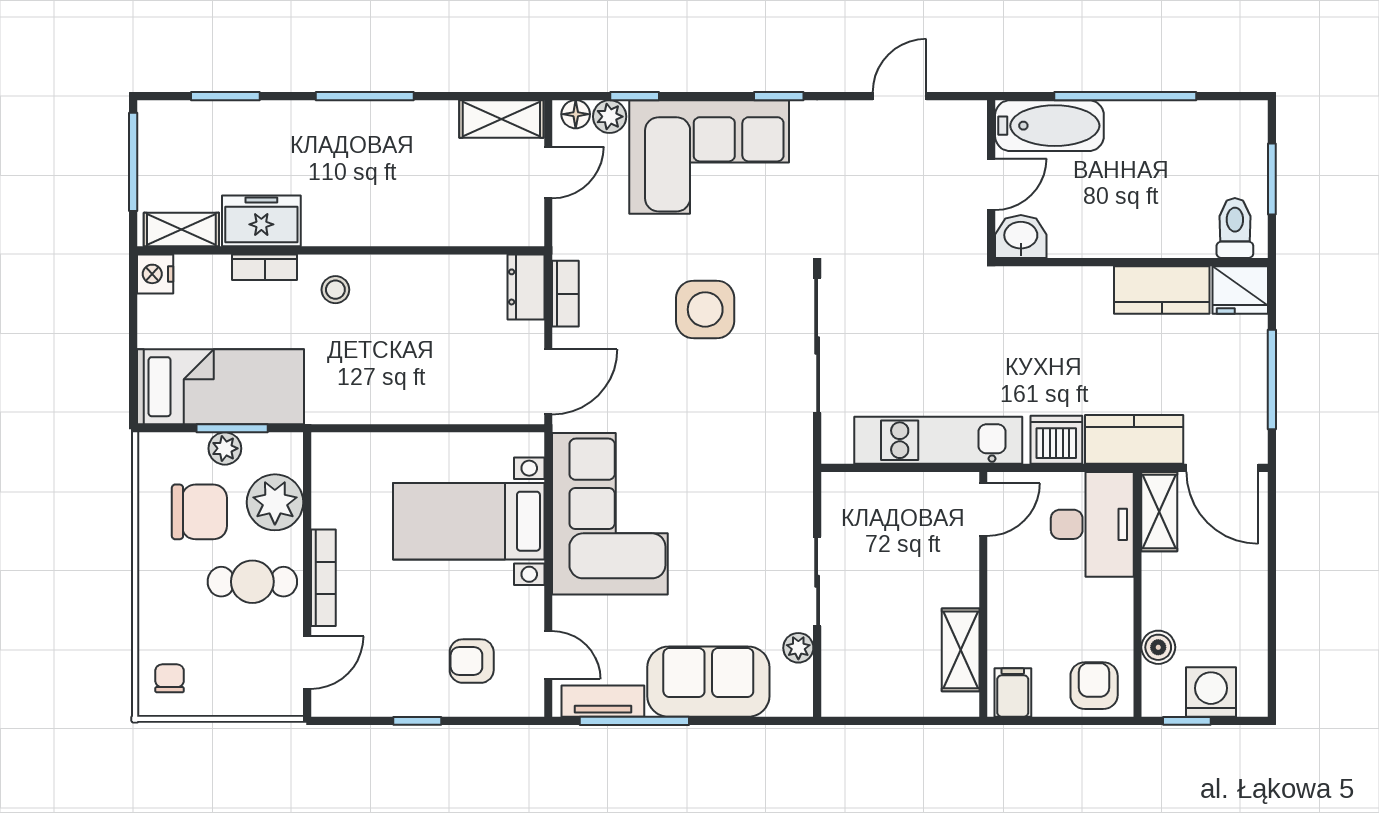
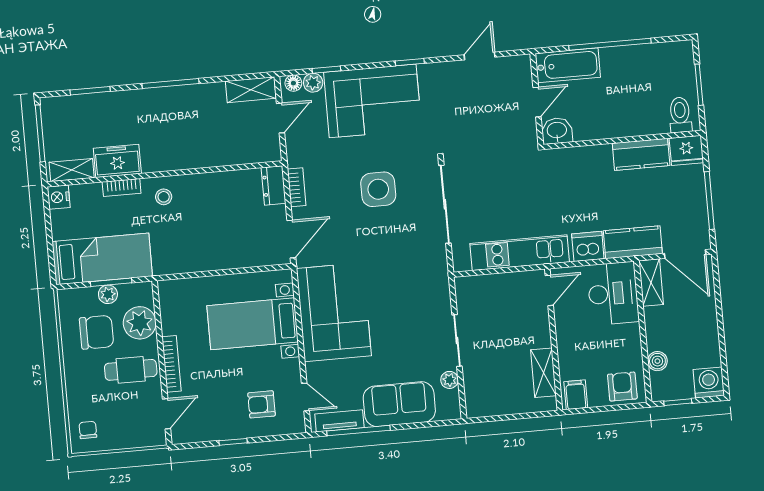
washing machine: (1211, 692) -> (709, 383), moved

